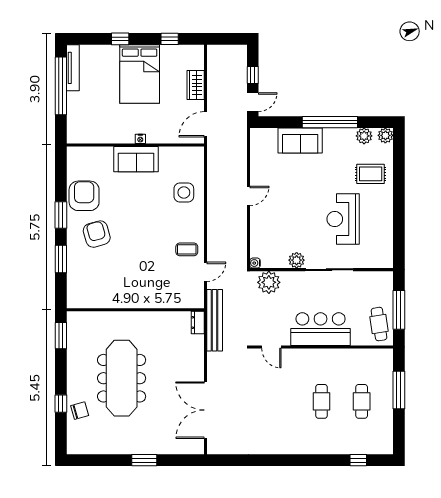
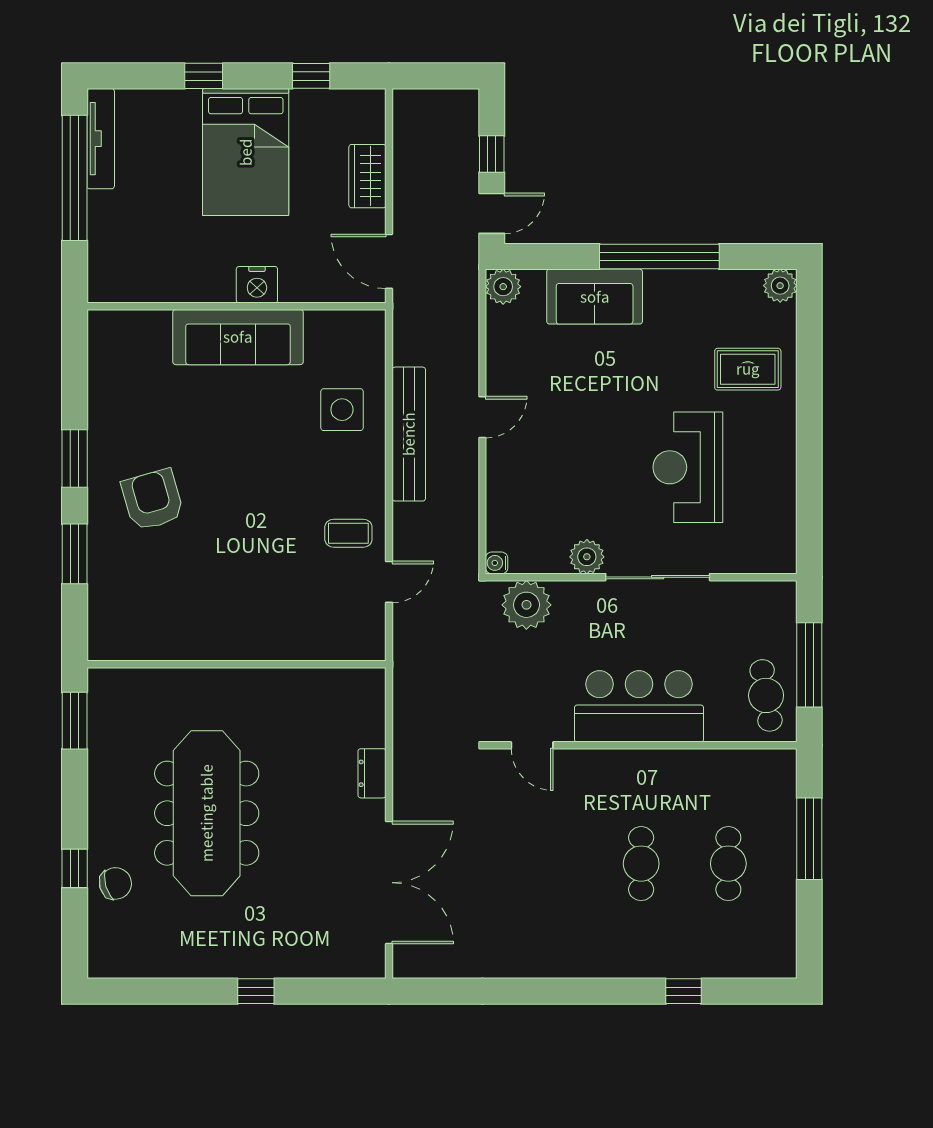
door: (205, 124) -> (389, 261), hinge flipped
plant: (364, 136) -> (503, 287), moved
nightstand: (140, 139) -> (257, 285), width x1.89, depth x1.79
sofa: (136, 159) -> (238, 337), width x1.36
armchair: (84, 196) -> (125, 417), removed
bench: (215, 320) -> (409, 434), moved
dresser: (198, 323) -> (372, 773), moved
double door: (205, 410) -> (389, 883), swing flipped
window: (144, 460) -> (256, 991), width x0.67
window: (358, 460) -> (683, 991), moved

